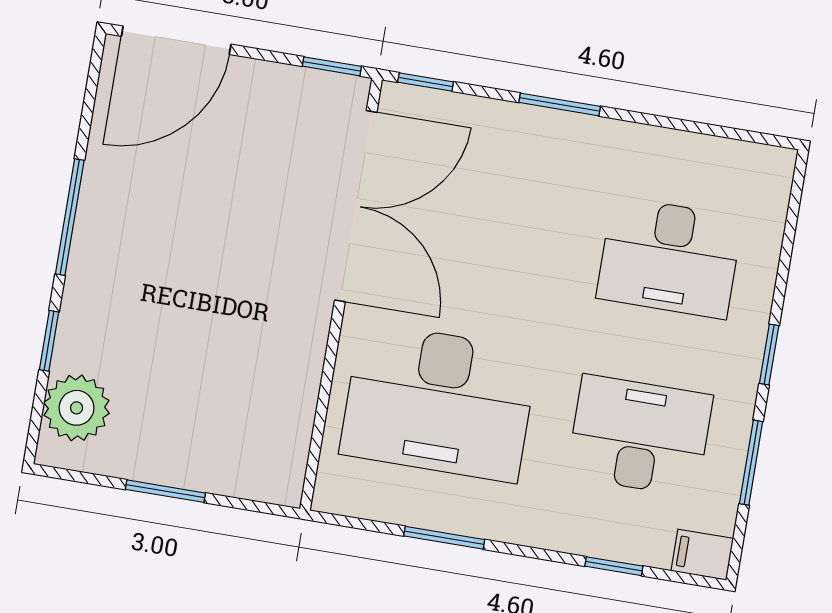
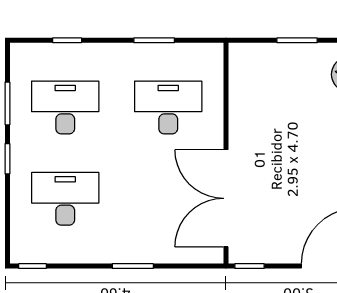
window: (426, 82) -> (32, 266), moved
desk: (439, 402) -> (168, 108), width x0.73, depth x0.77
desk: (640, 436) -> (65, 108), turned 180
filing cabinet: (702, 555) -> (24, 53), removed

